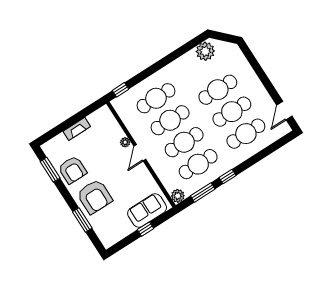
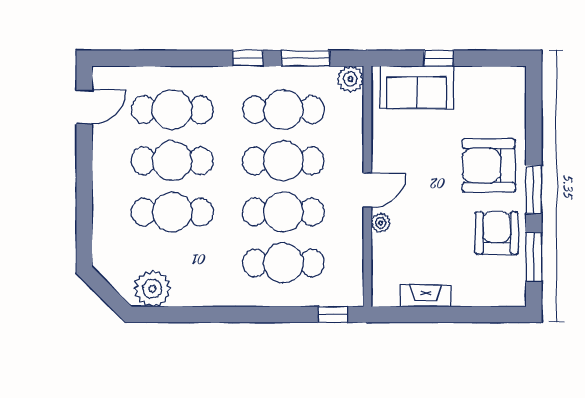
fireplace: (77, 129) -> (425, 296), moved
armchair: (95, 197) -> (489, 165), turned -90
window: (82, 220) -> (534, 190), moved

